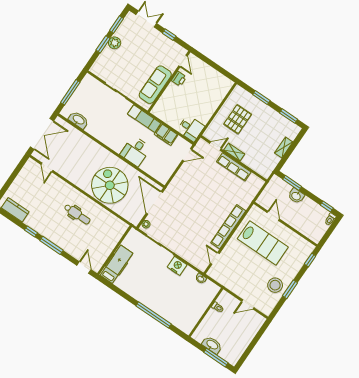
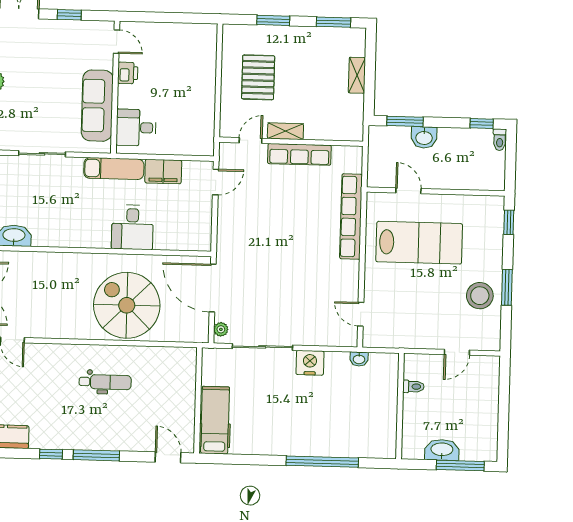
desk: (191, 128) -> (136, 128), moved, turned 180
row of seats: (228, 227) -> (351, 217), moved

